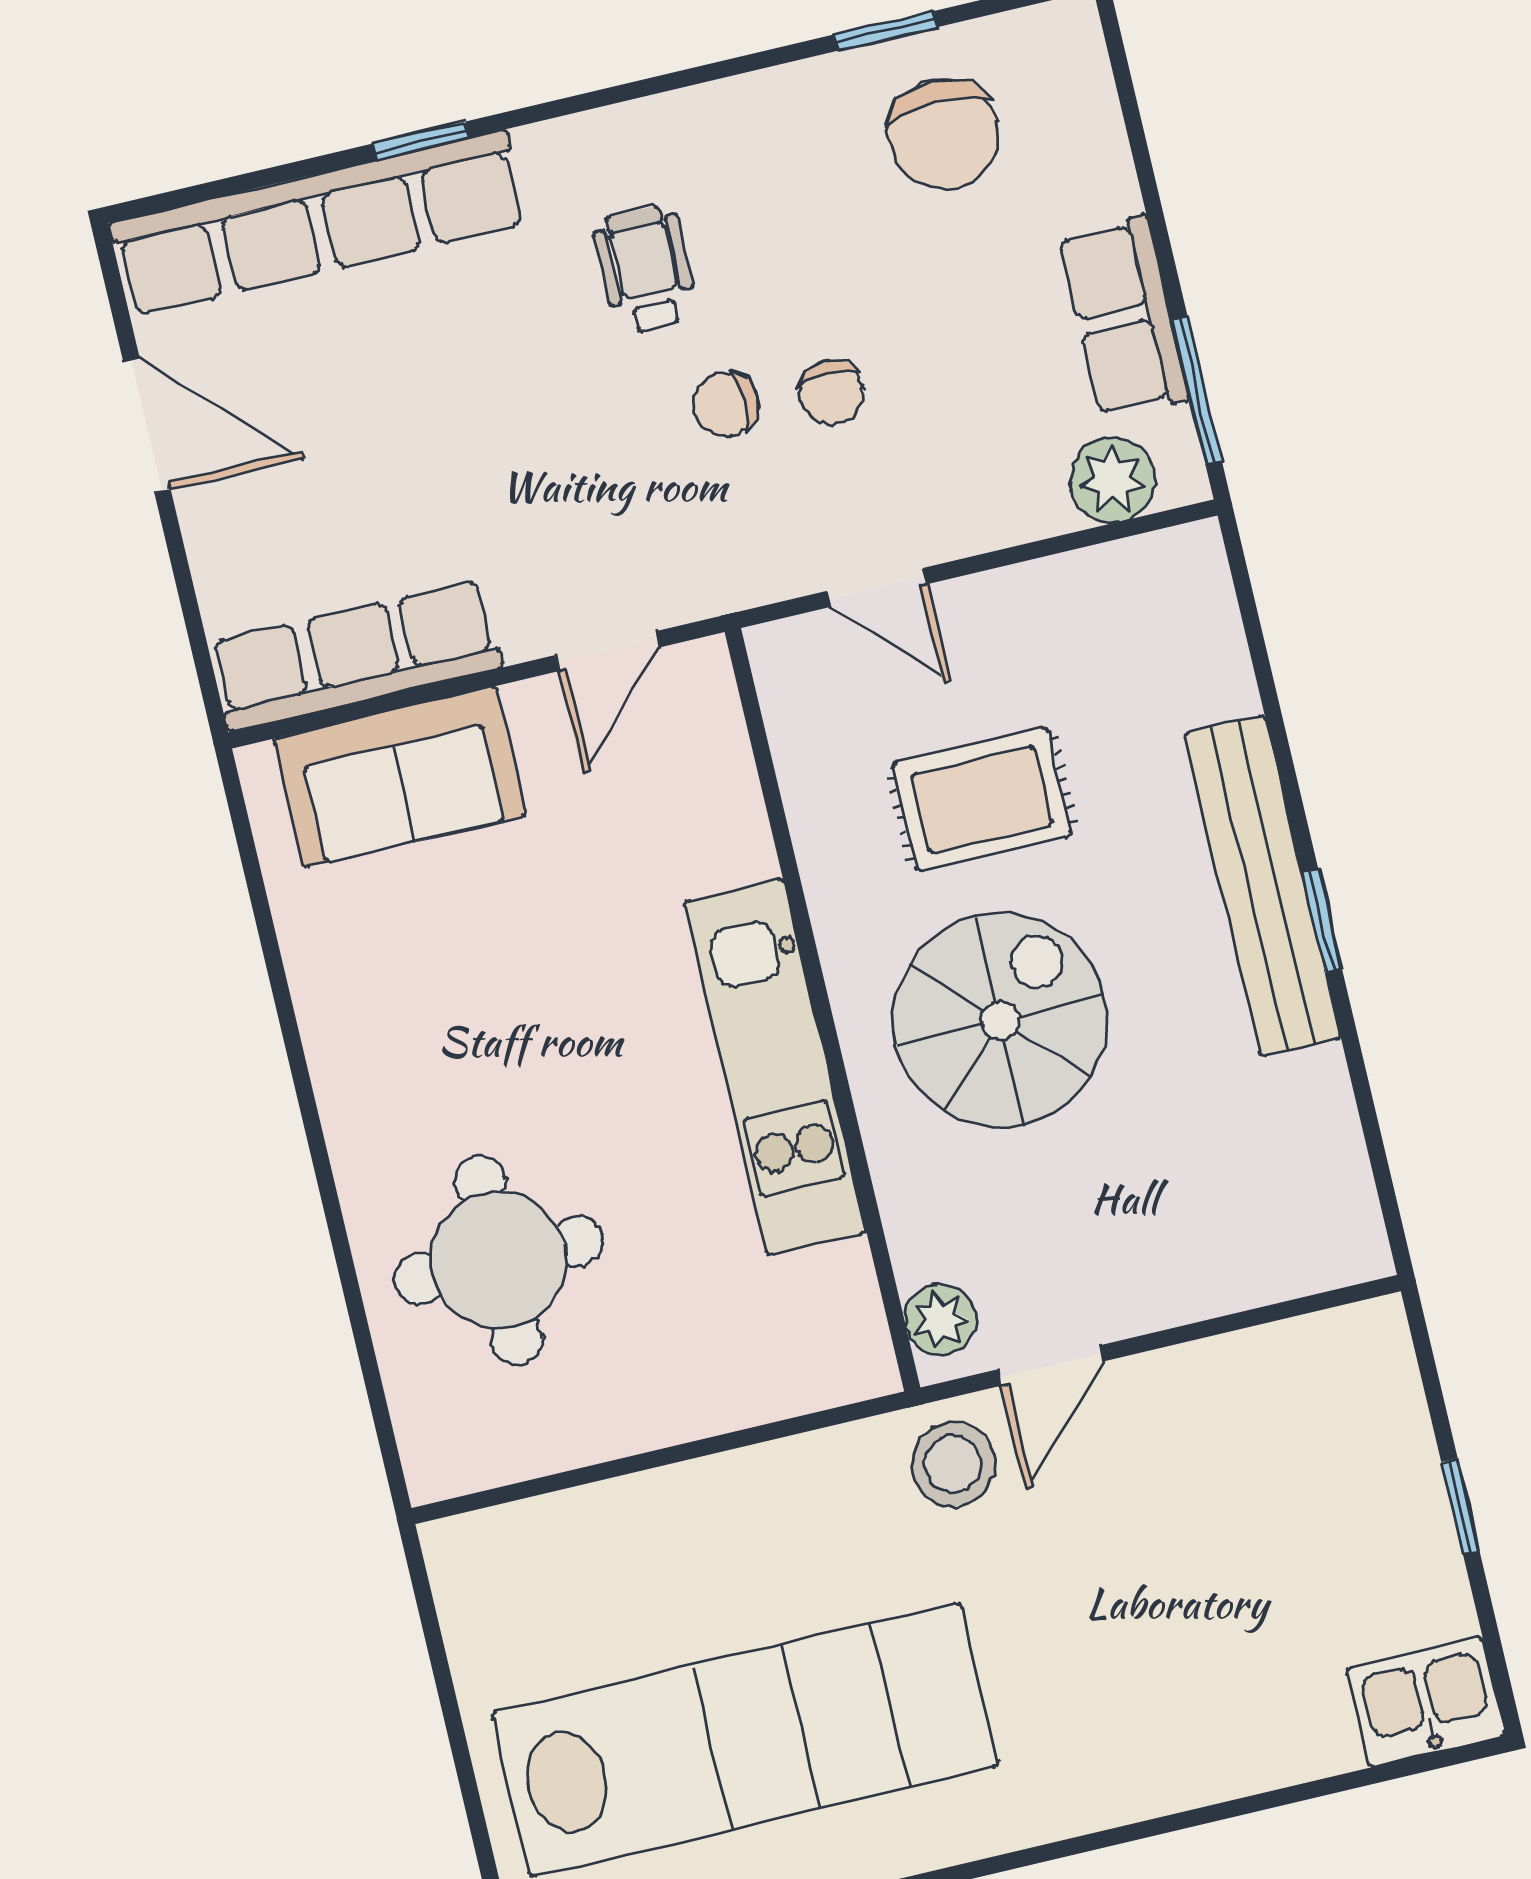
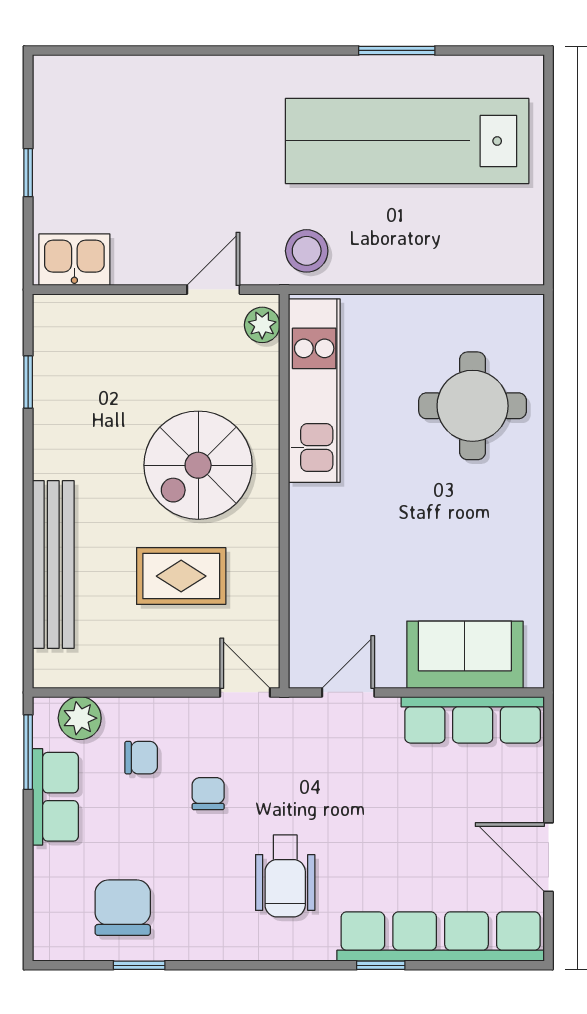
wheelchair: (645, 269) -> (285, 876), width x1.36, depth x1.37
chair: (726, 405) -> (141, 758), moved
door: (877, 587) -> (245, 692), moved
bench: (1263, 886) -> (53, 565), moved
window: (1322, 921) -> (28, 382), moved
kitchen unit: (775, 1067) -> (314, 391), moved
stool: (953, 1464) -> (307, 251), moved
kitchen sink: (1426, 1702) -> (74, 260), moved, turned 180

